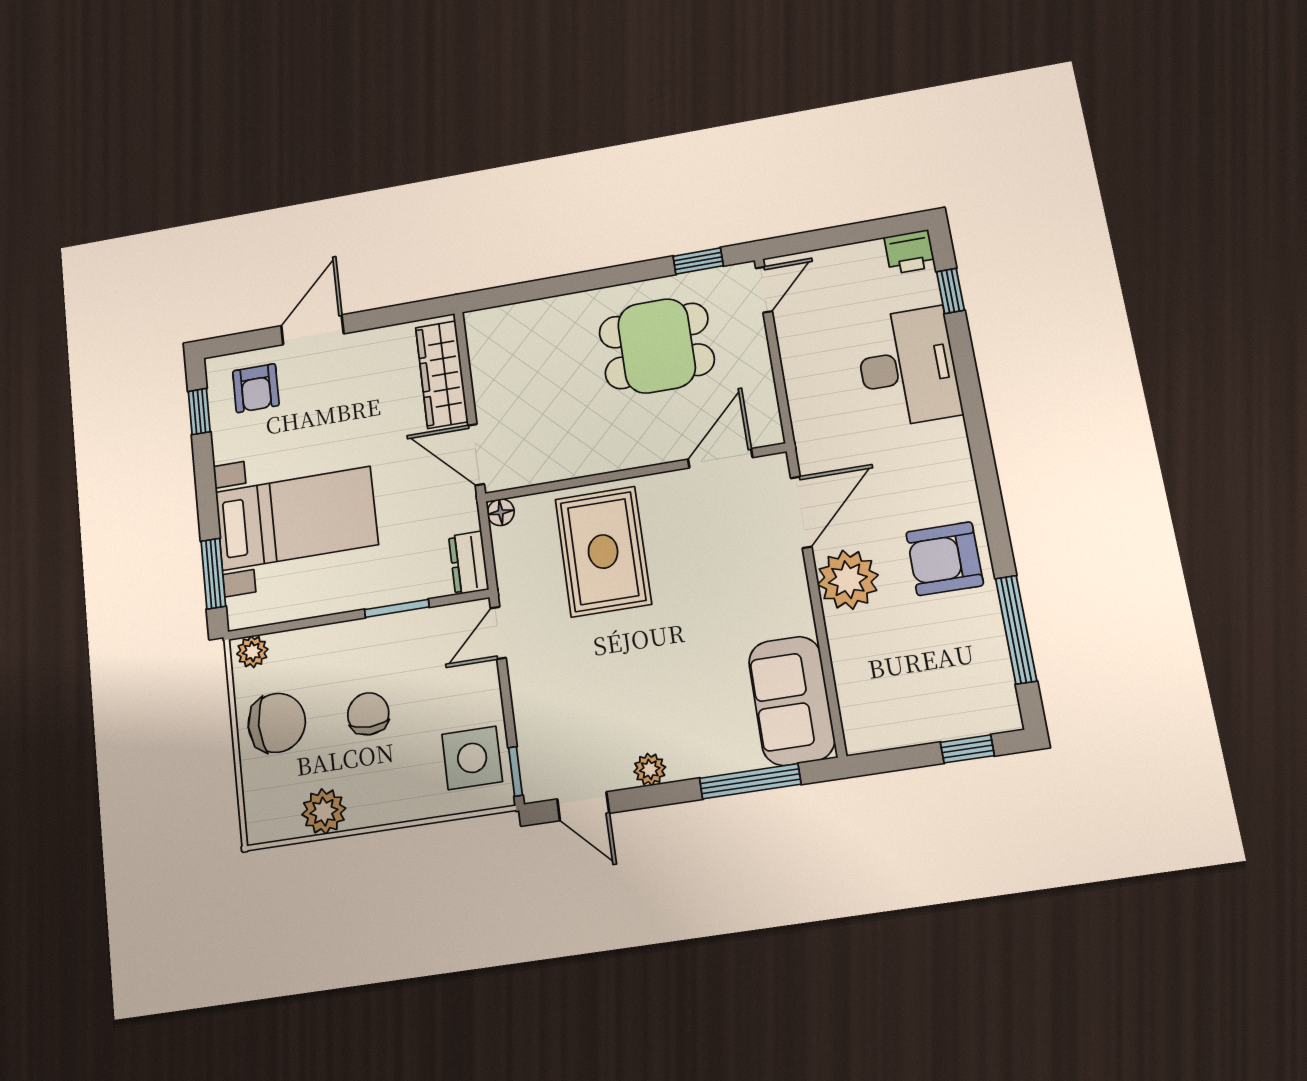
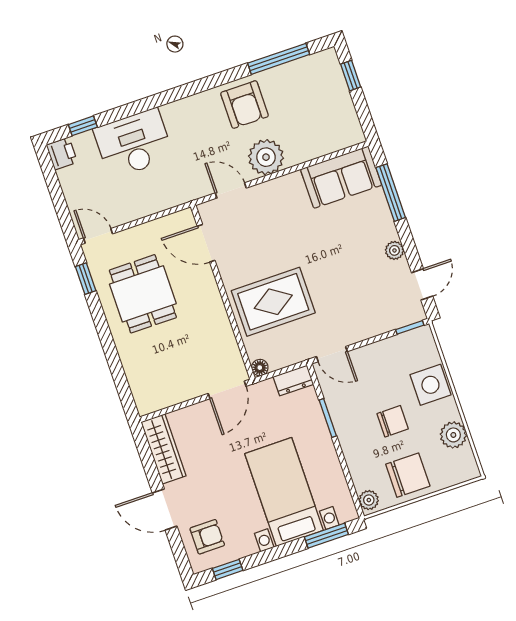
wardrobe: (442, 374) -> (164, 449), moved, turned -90
door: (801, 512) -> (231, 190), width x0.73
chair: (368, 714) -> (393, 421), turned 180
chair: (277, 723) -> (408, 475), turned 90
side table: (472, 758) -> (430, 385), moved

